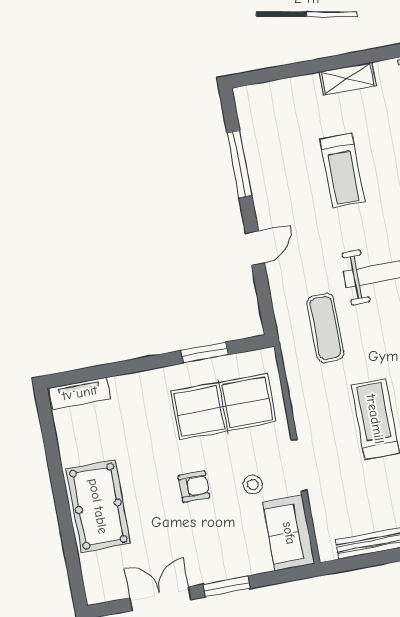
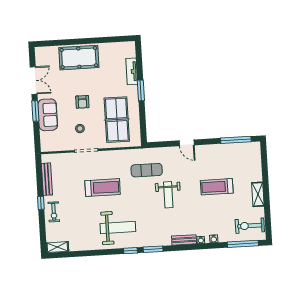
window: (239, 164) -> (236, 140), moved
window: (205, 353) -> (141, 90), moved
tv unit: (80, 393) -> (132, 71), moved
sofa: (289, 533) -> (48, 115), moved, turned 90

